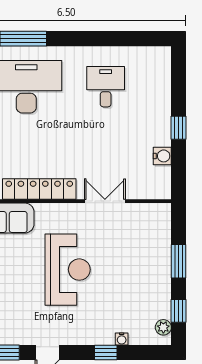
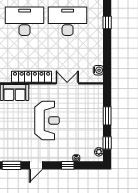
desk: (106, 87) -> (68, 21), width x1.87, depth x1.30
window: (179, 128) -> (107, 23), moved
water cooler: (162, 156) -> (98, 70), moved

